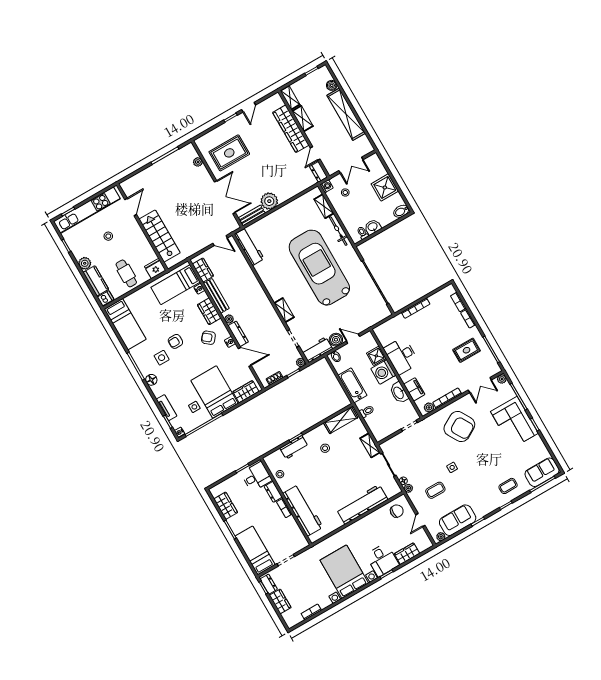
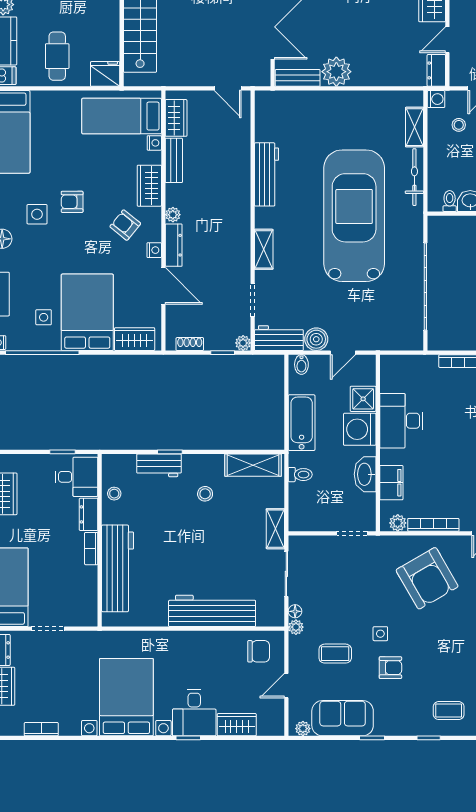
workbench: (249, 247) -> (267, 174), moved
bench: (216, 296) -> (174, 160), width x0.73
door: (353, 339) -> (343, 353), swing flipped
armchair: (467, 481) -> (390, 668), added

